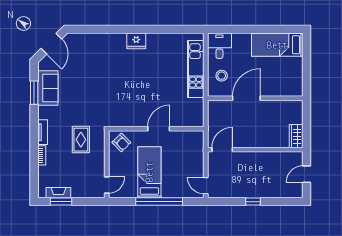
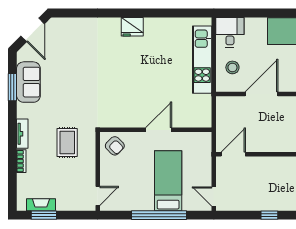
bed: (149, 172) -> (168, 181), moved

